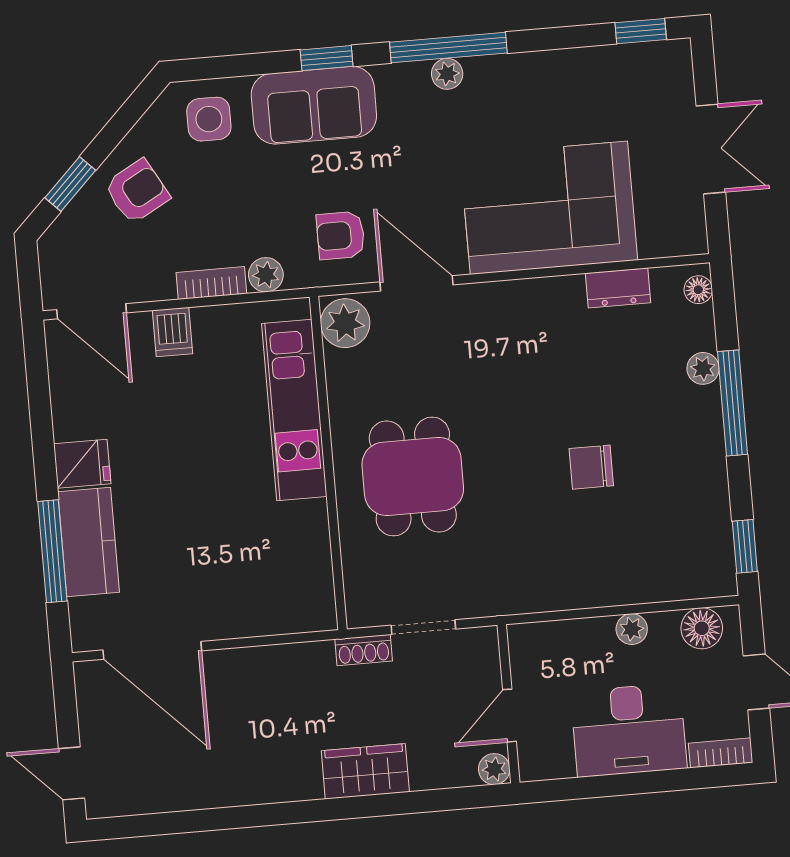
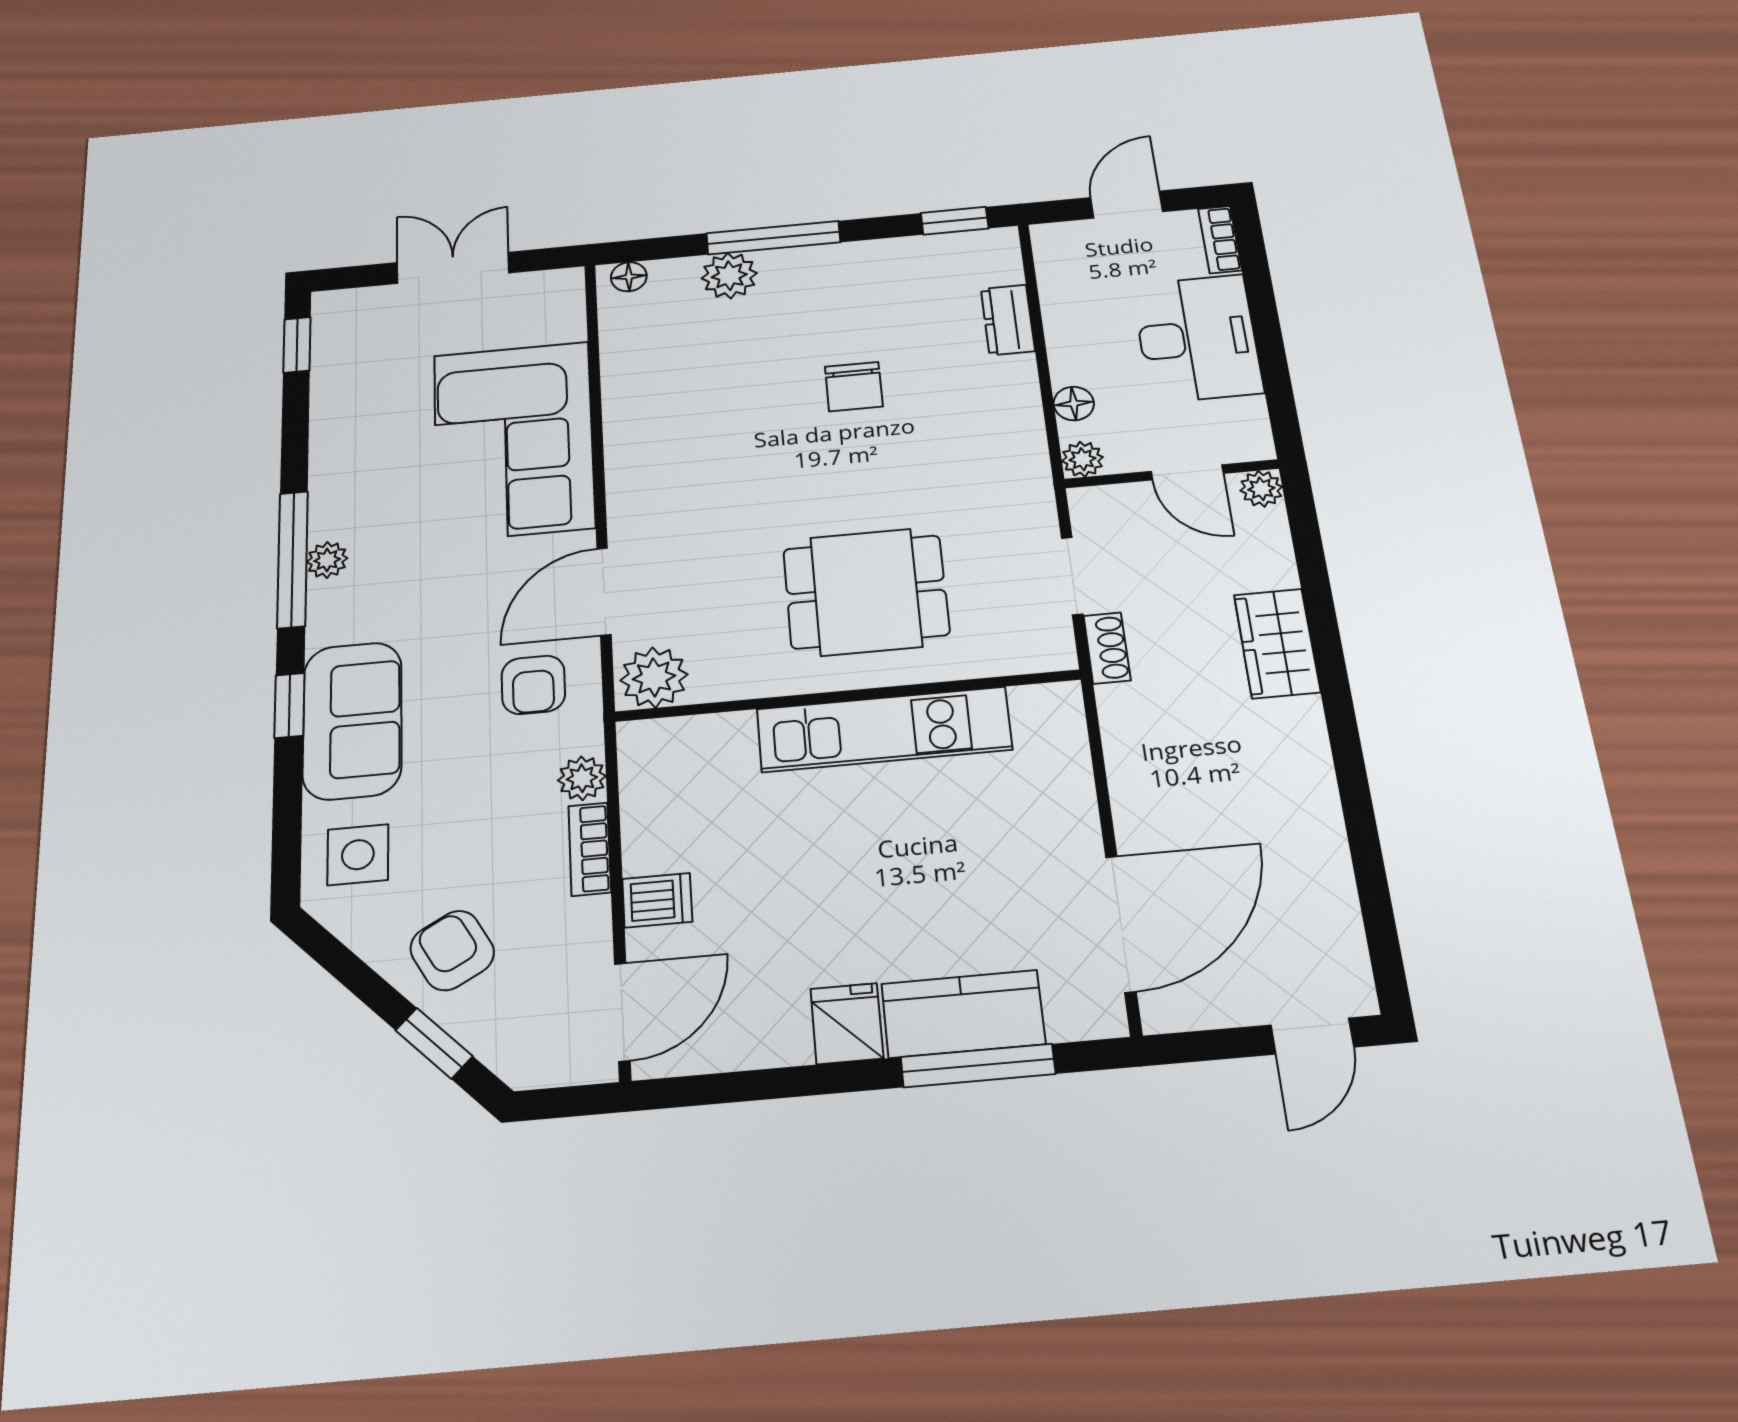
dresser: (618, 288) -> (1008, 320), moved, turned 180
plant: (703, 368) -> (729, 276), width x1.38, depth x1.38
kitchen unit: (294, 410) -> (884, 729), moved
floor lamp: (702, 628) -> (1074, 404), moved, width x0.73, depth x0.73
plant: (632, 629) -> (1082, 459), moved

